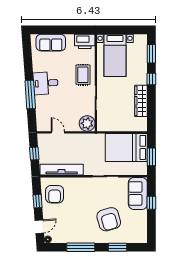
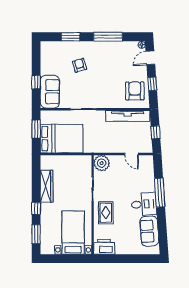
sofa: (51, 43) -> (149, 231), moved, turned -94
armchair: (109, 219) -> (80, 65), width x0.53, depth x0.53

